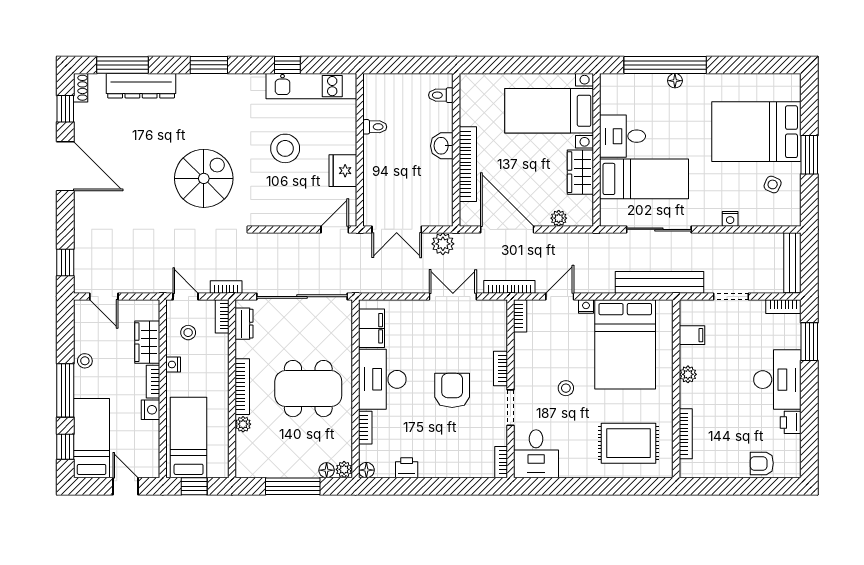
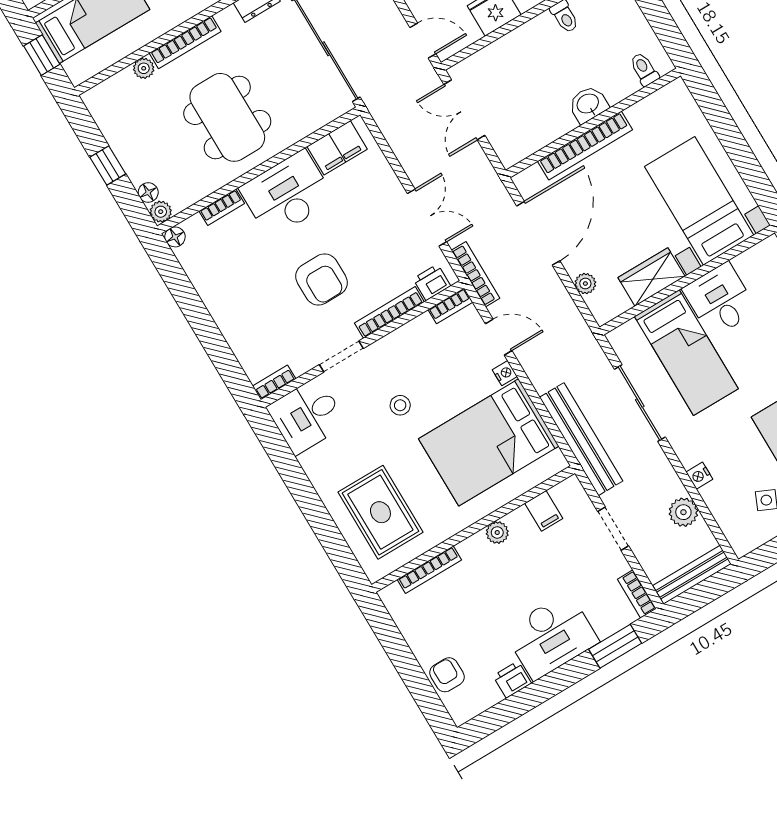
plant: (443, 244) -> (683, 512), moved
bookcase: (501, 368) -> (389, 312), width x1.56
armchair: (452, 390) -> (322, 279), turned 90
printer: (407, 468) -> (432, 282), moved, turned -90
window: (293, 486) -> (108, 166), width x0.46

